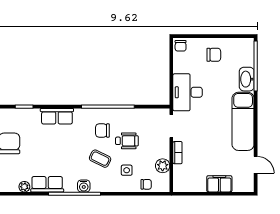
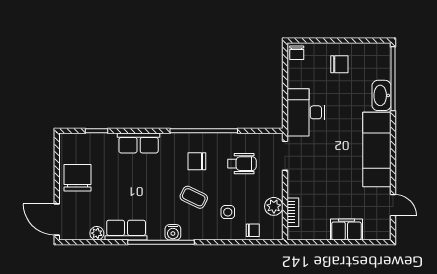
wheelchair: (127, 141) -> (242, 164), moved
bookcase: (177, 153) -> (293, 212), moved

